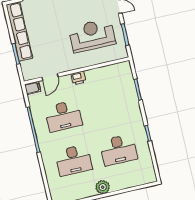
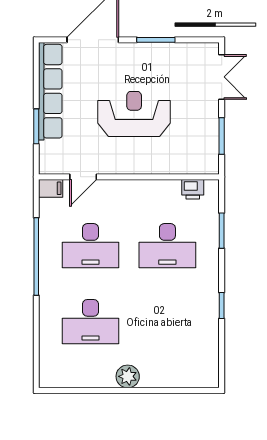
reception desk: (92, 36) -> (134, 114), moved
printer: (78, 78) -> (193, 189), moved
desk: (118, 150) -> (167, 246), moved

